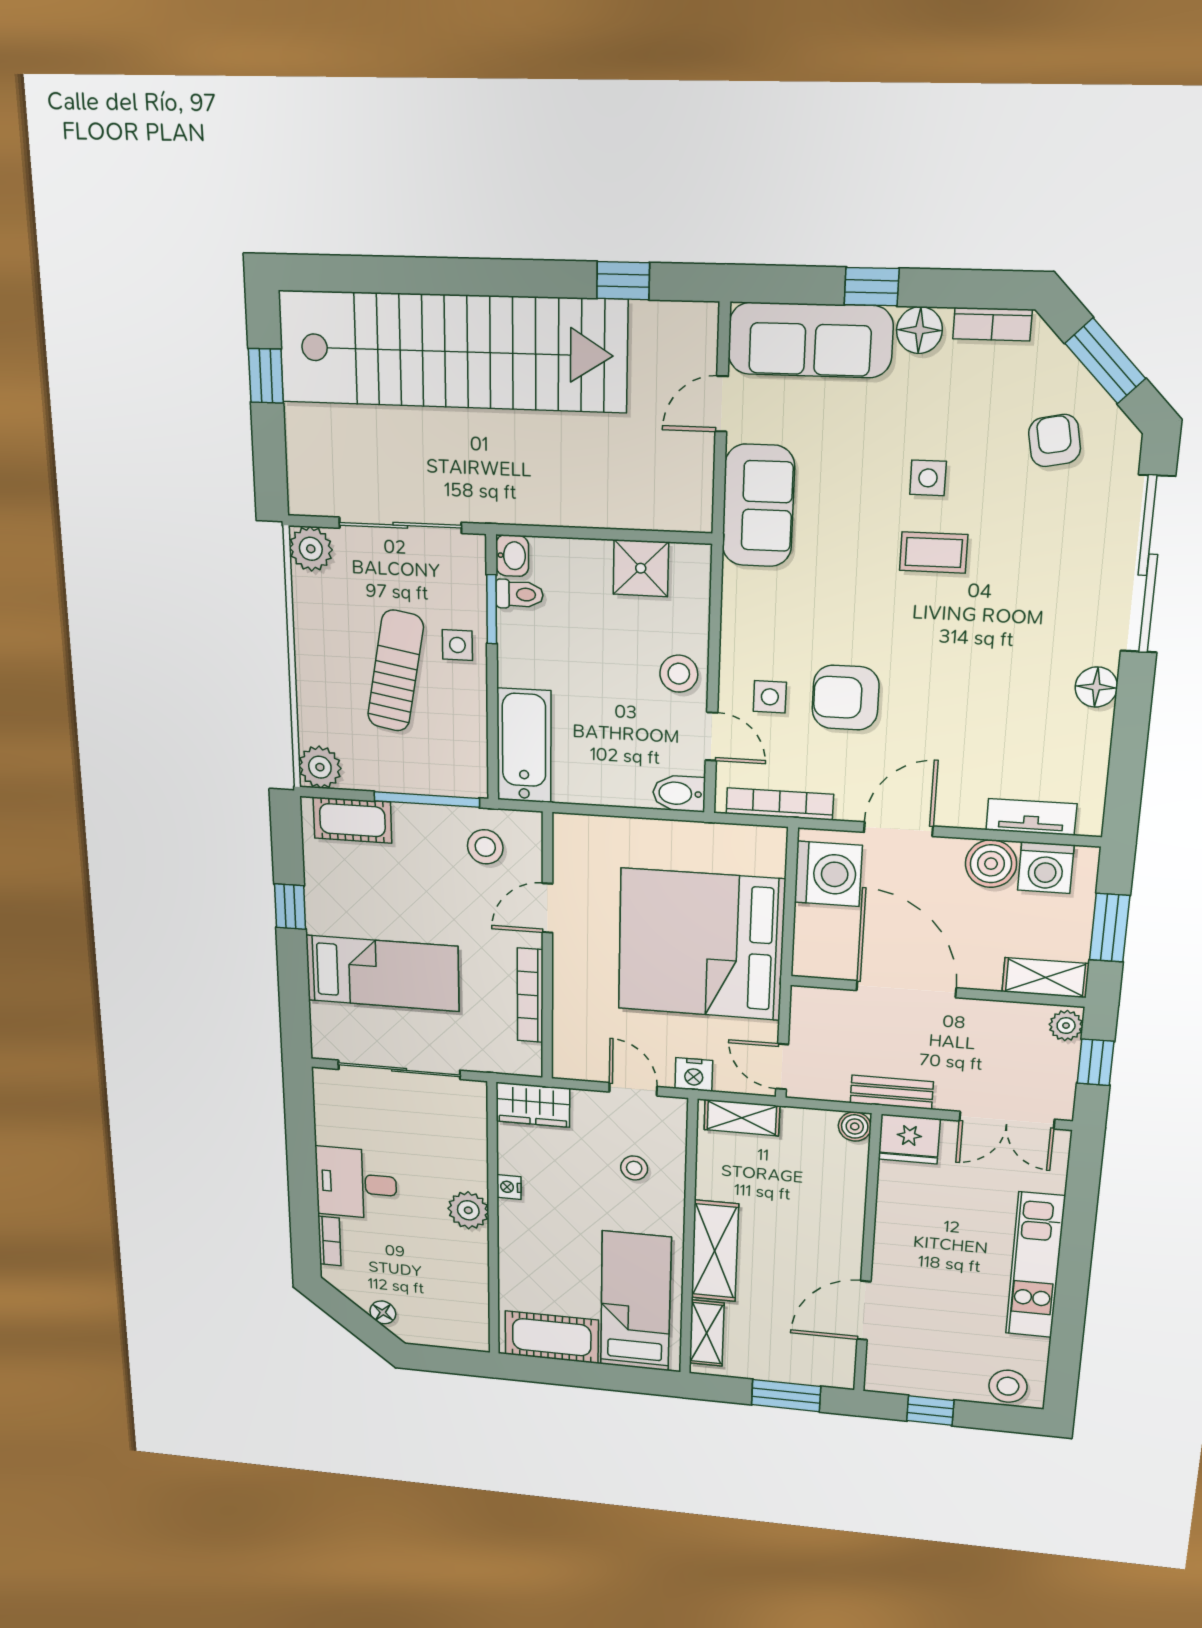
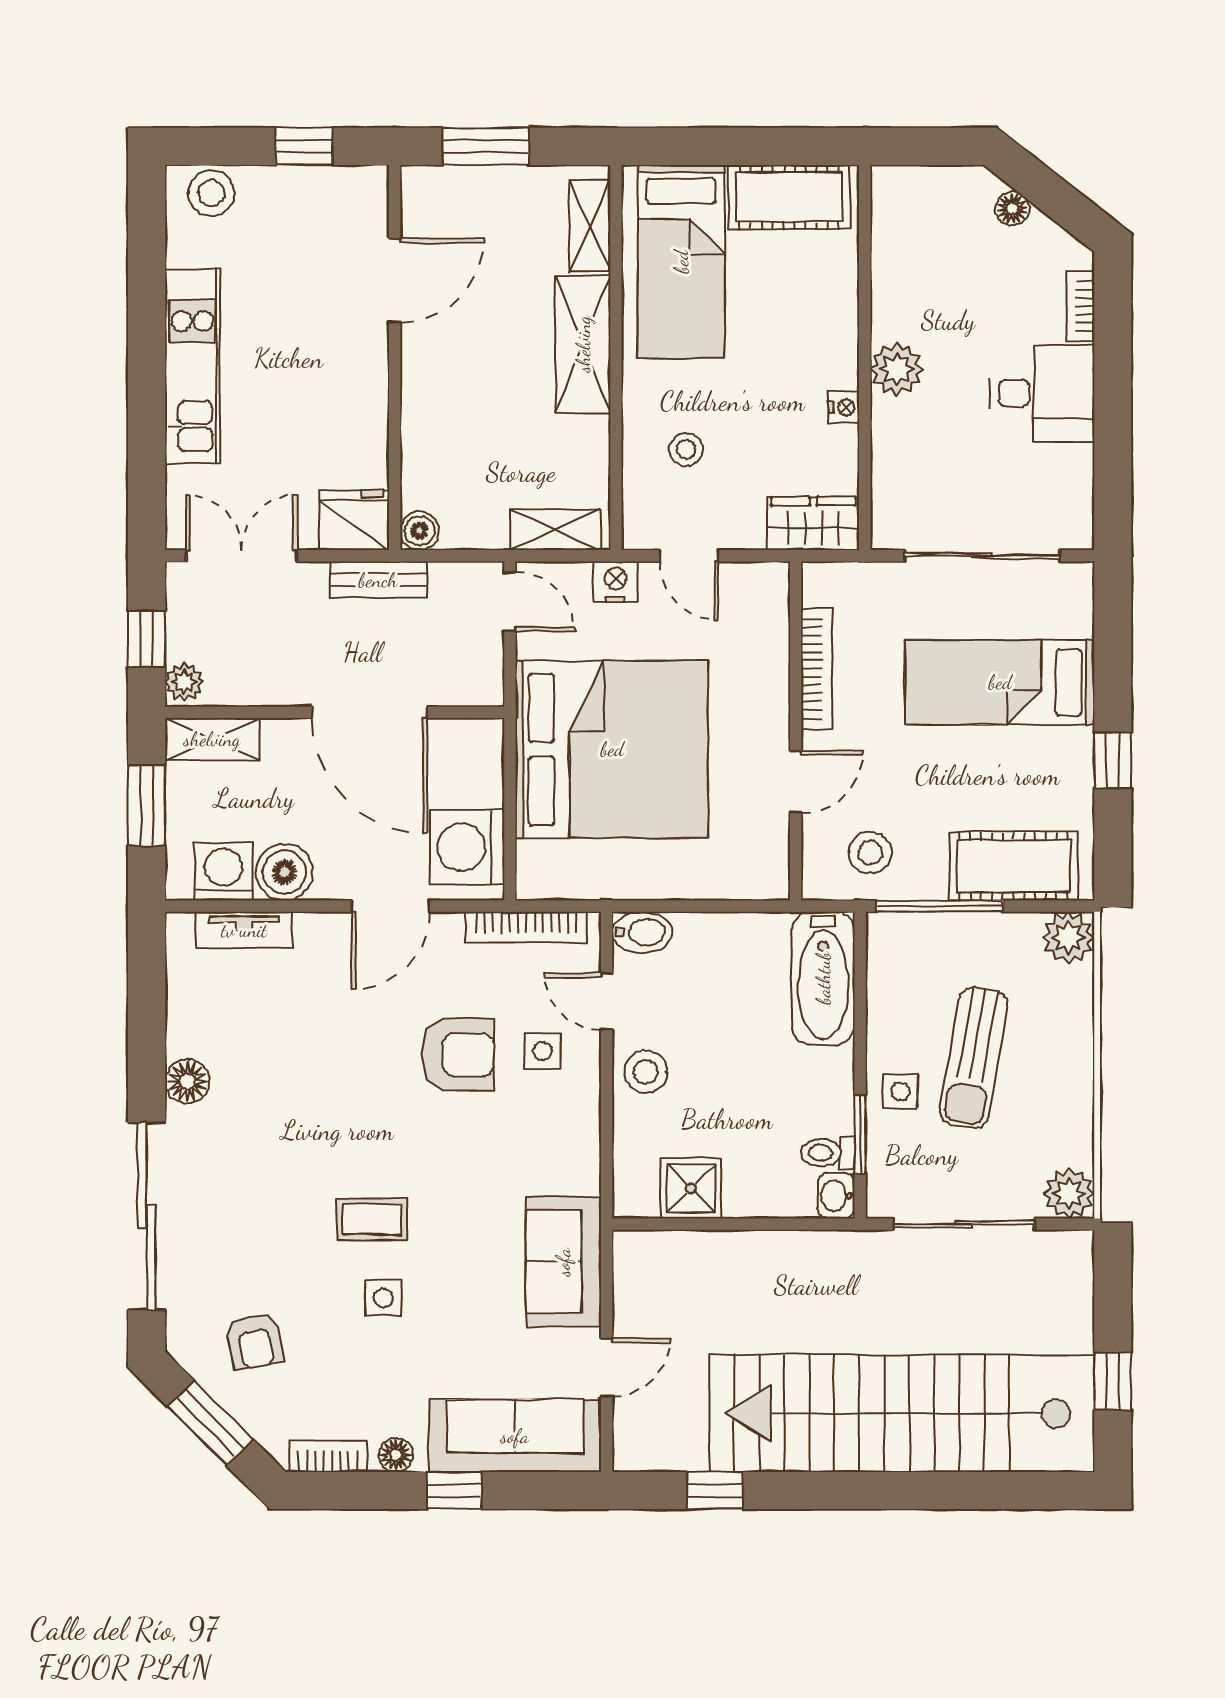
floor lamp: (919, 330) -> (396, 1455), width x0.73, depth x0.73
cot: (352, 820) -> (1014, 866), width x1.37, depth x1.34

